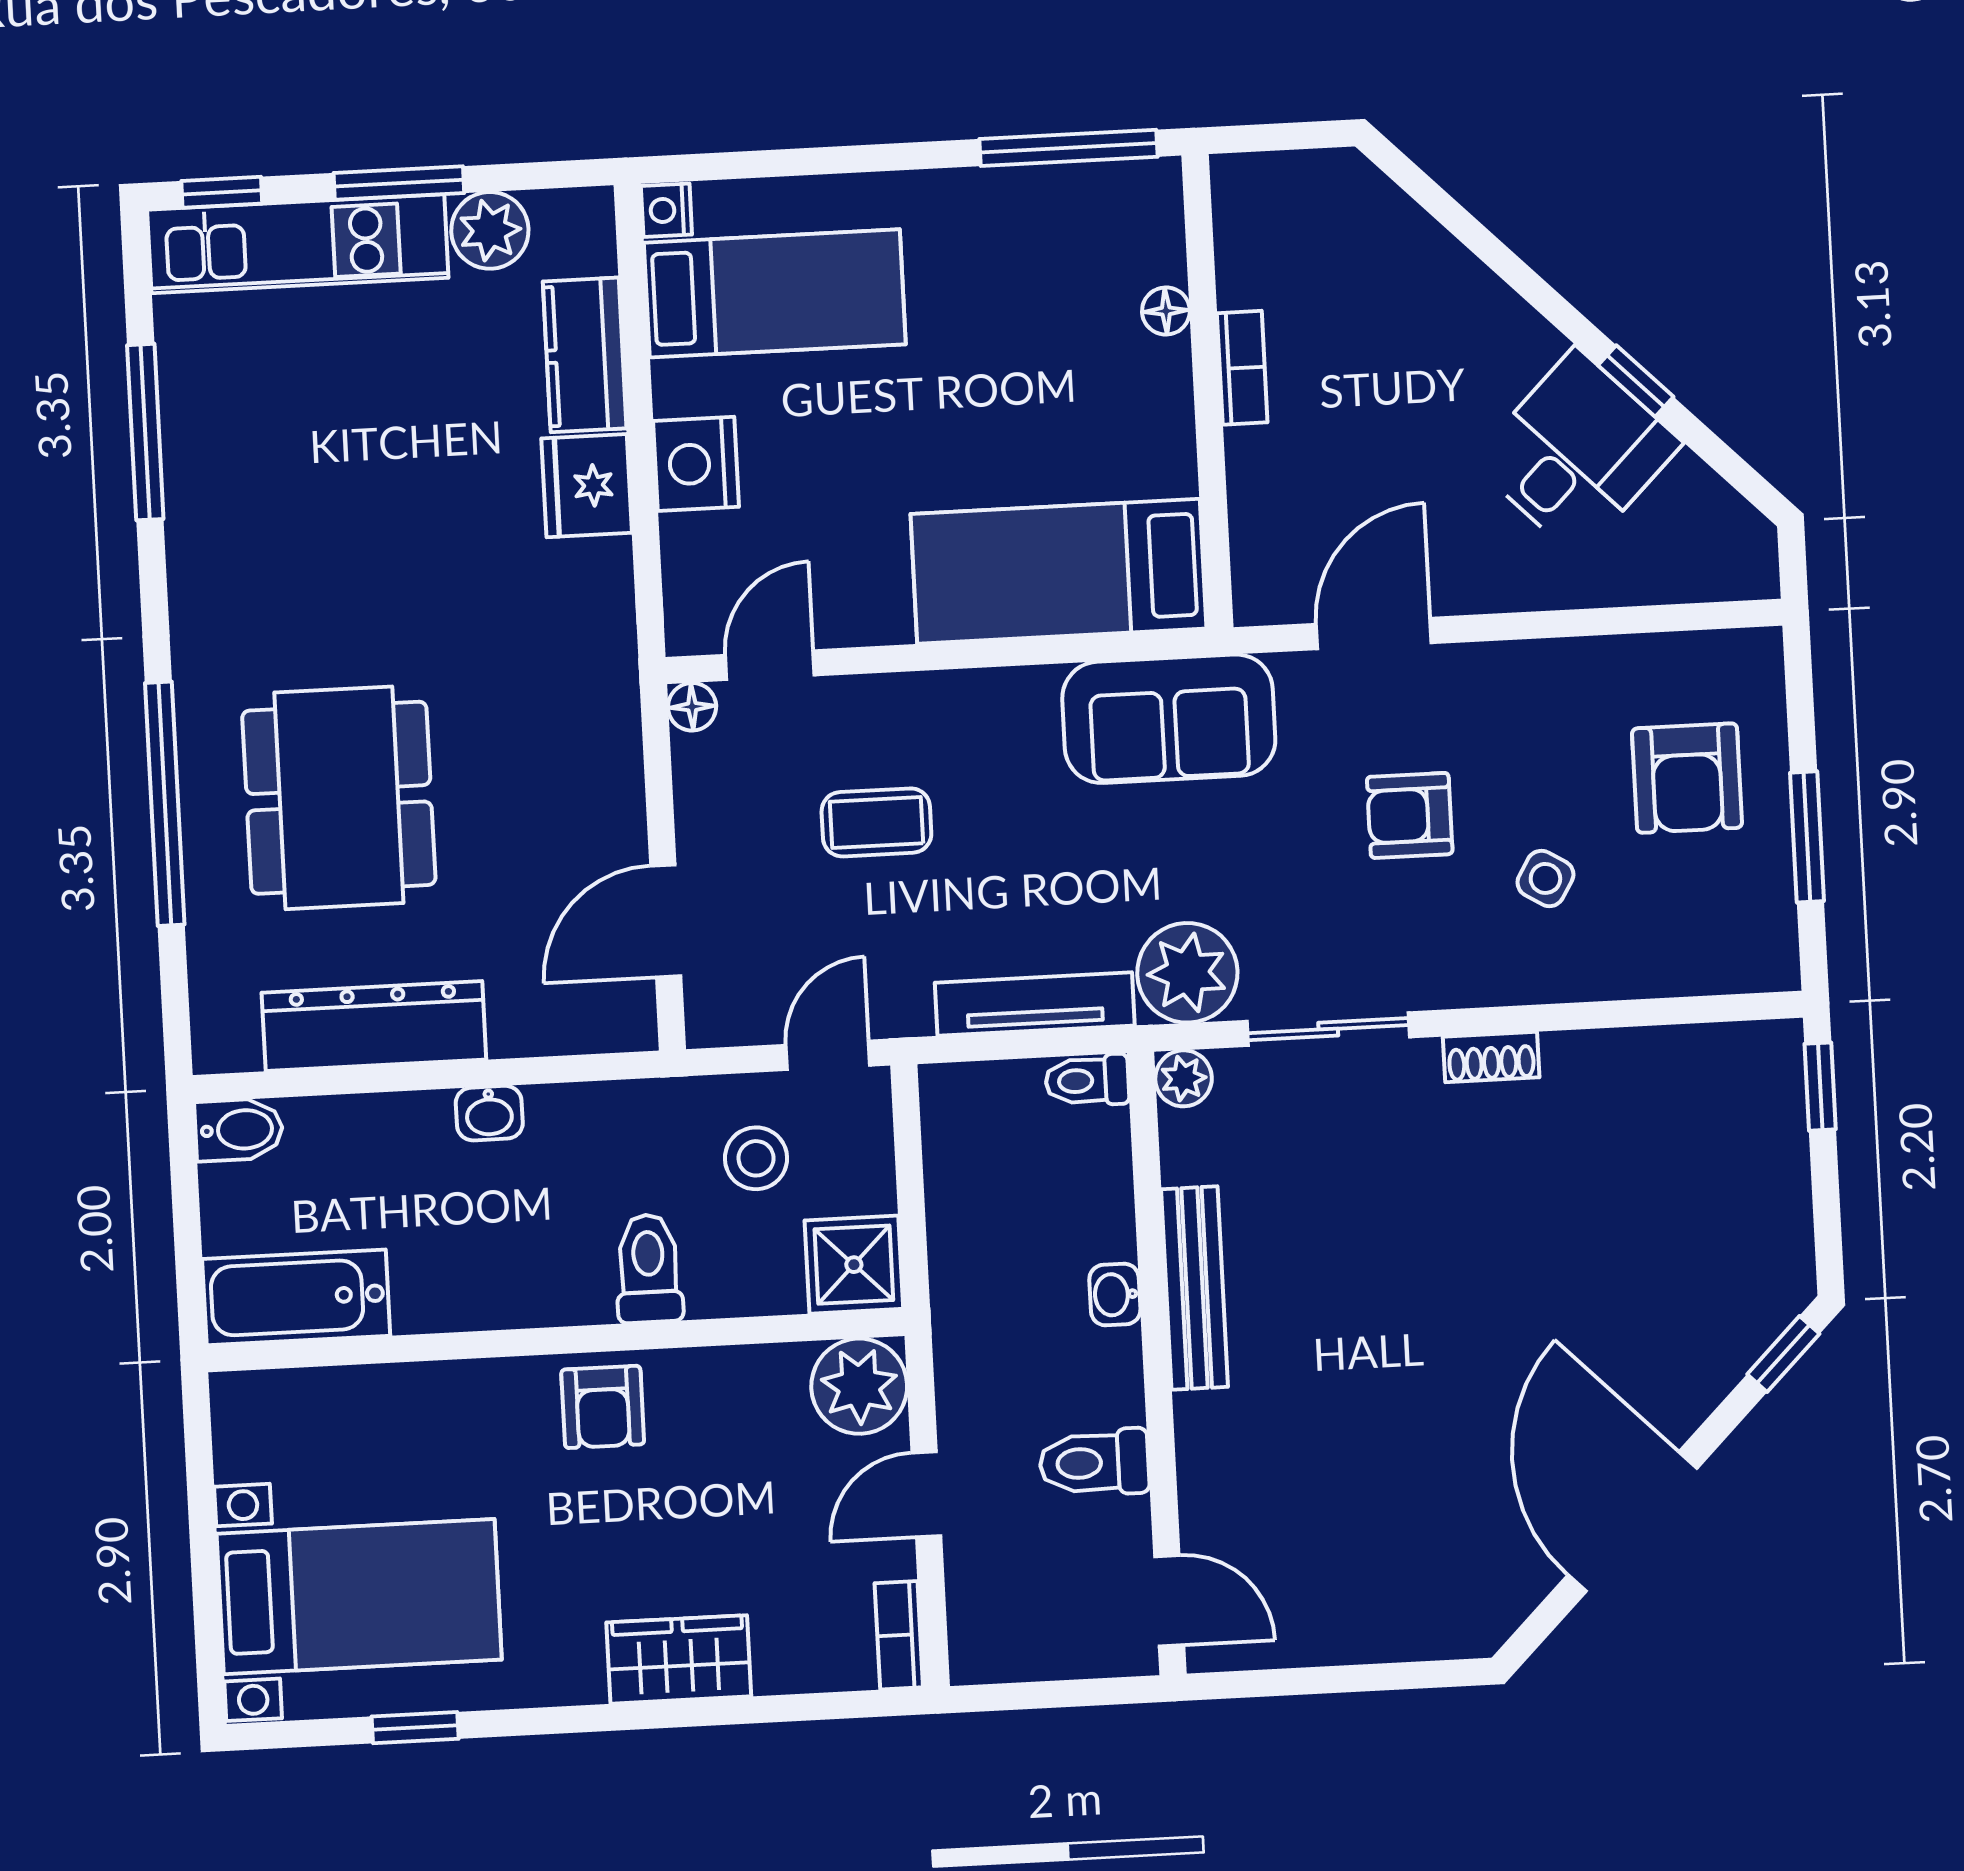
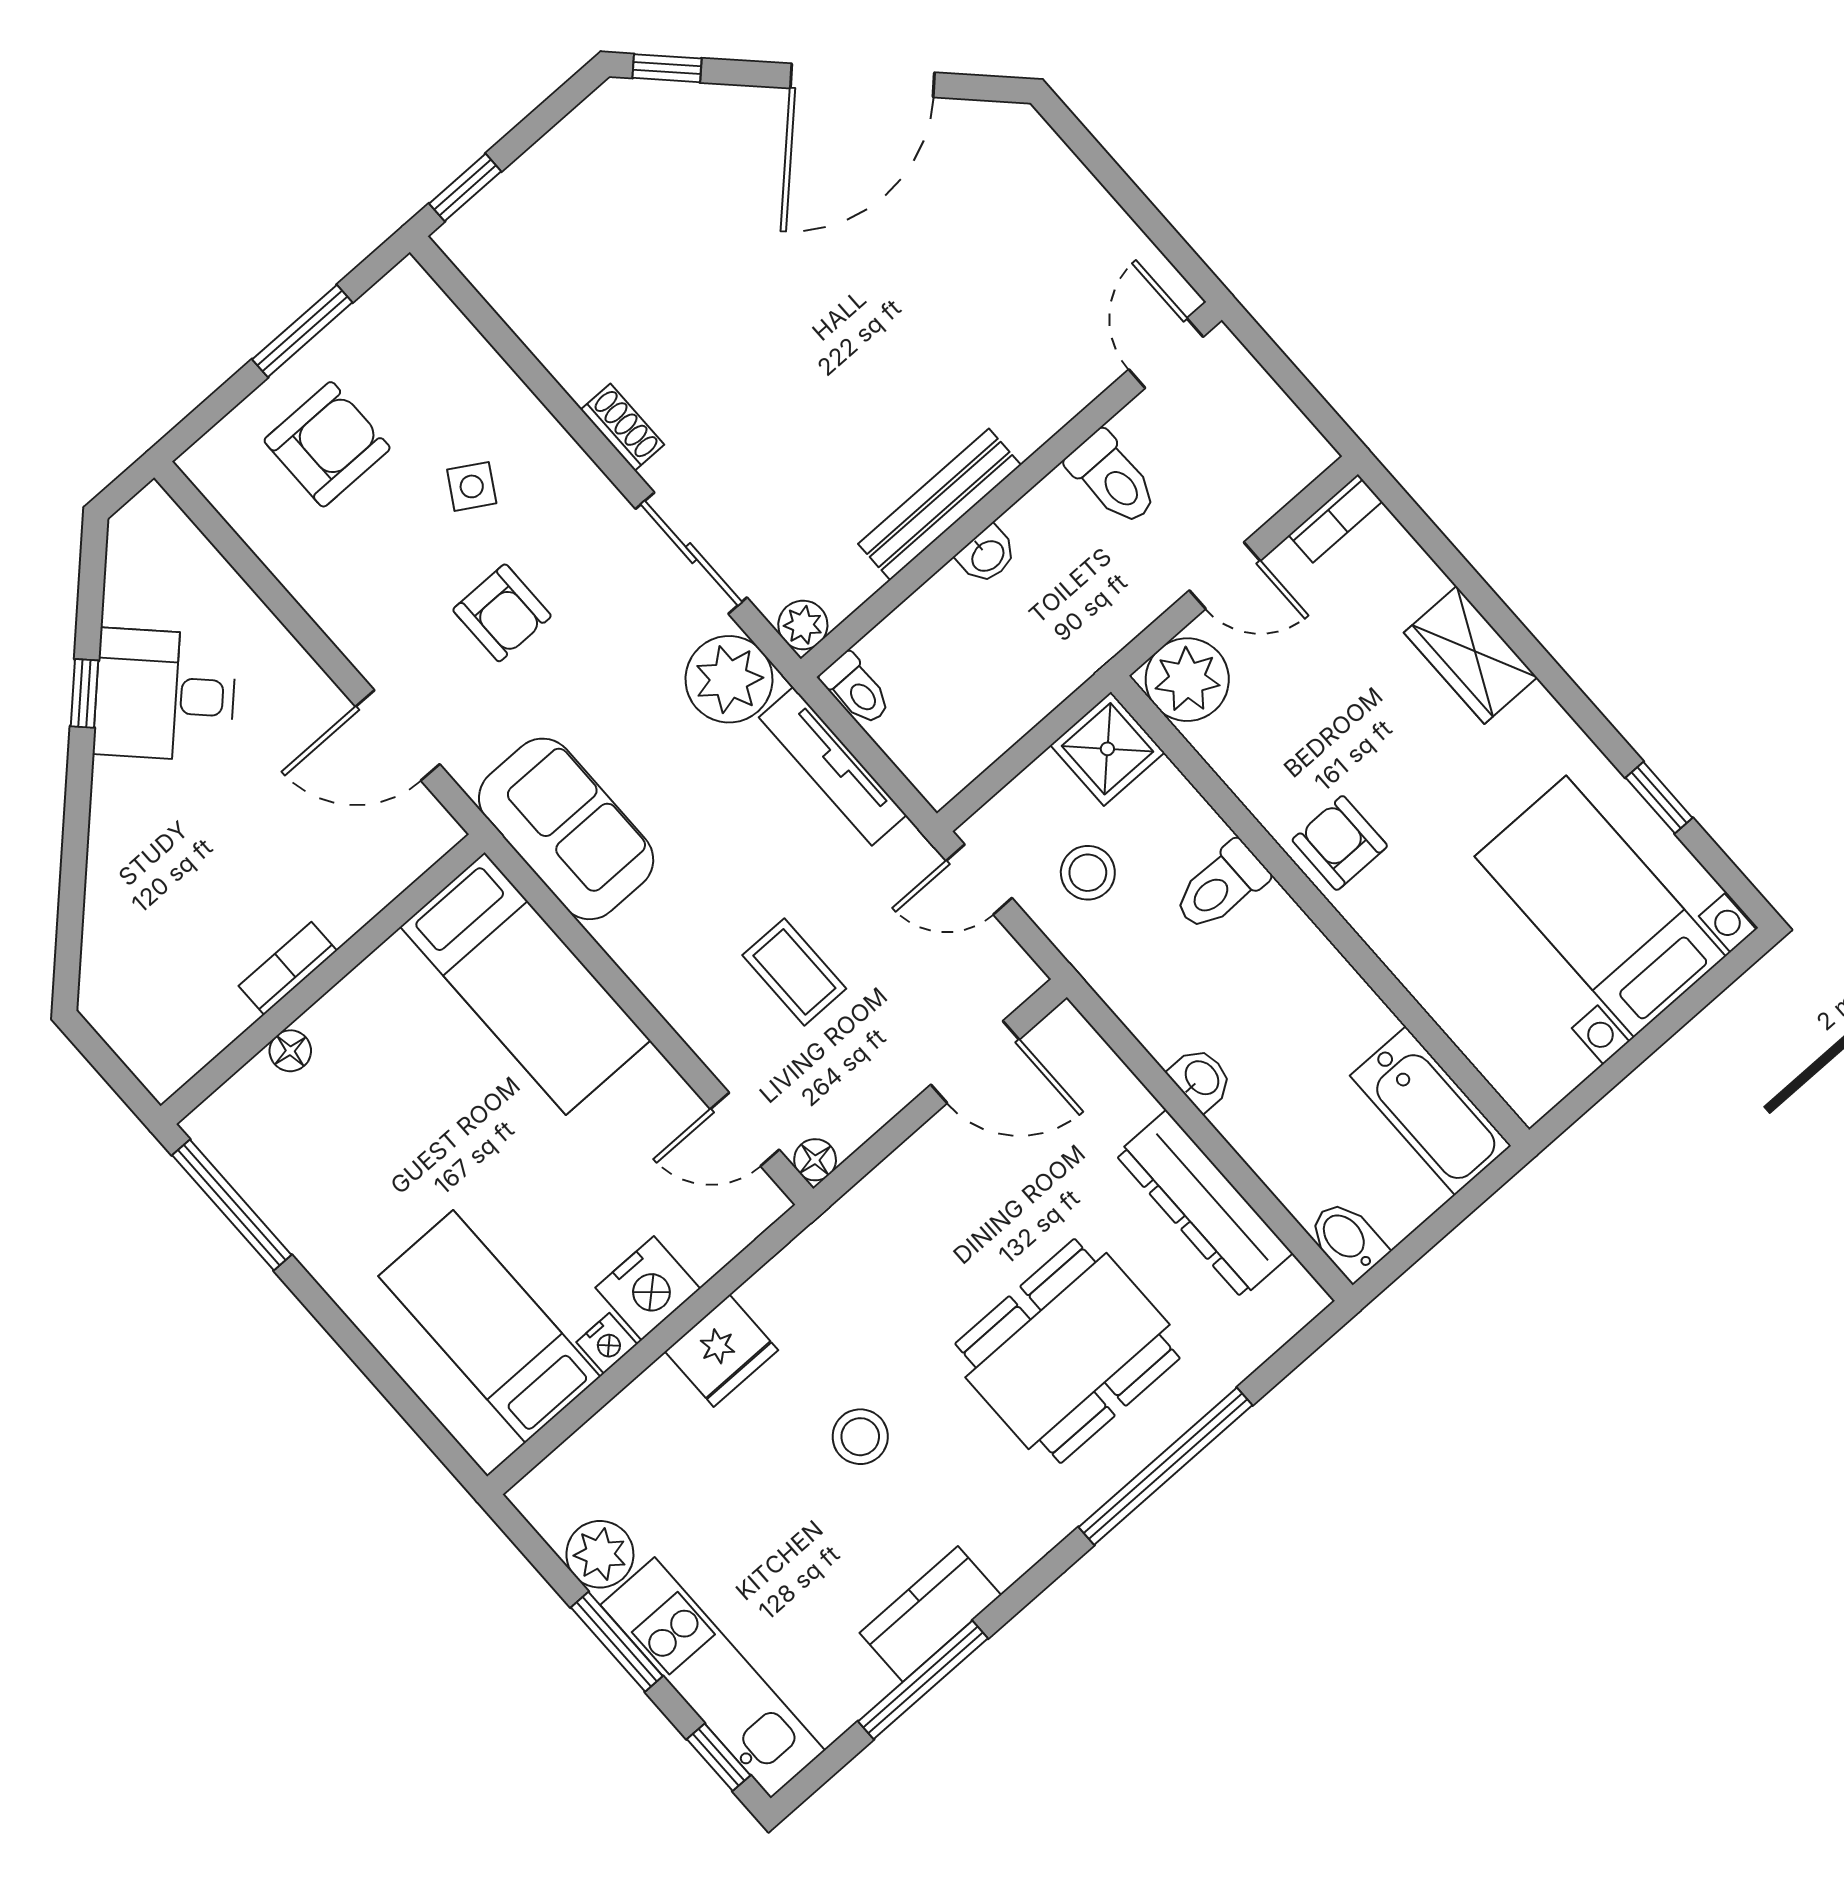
nightstand: (666, 210) -> (607, 1343), moved
kitchen counter: (585, 355) -> (930, 1614), moved, turned 180
stool: (410, 549) -> (860, 1437), added
armchair: (603, 1407) -> (1340, 843), turned -90

